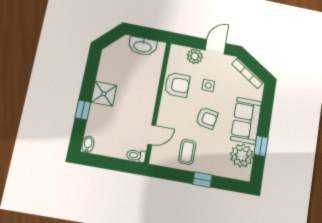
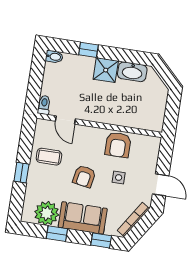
washbasin: (143, 46) -> (132, 72), moved, turned -90
plant: (195, 56) -> (149, 163), removed
window: (267, 104) -> (101, 240), added

